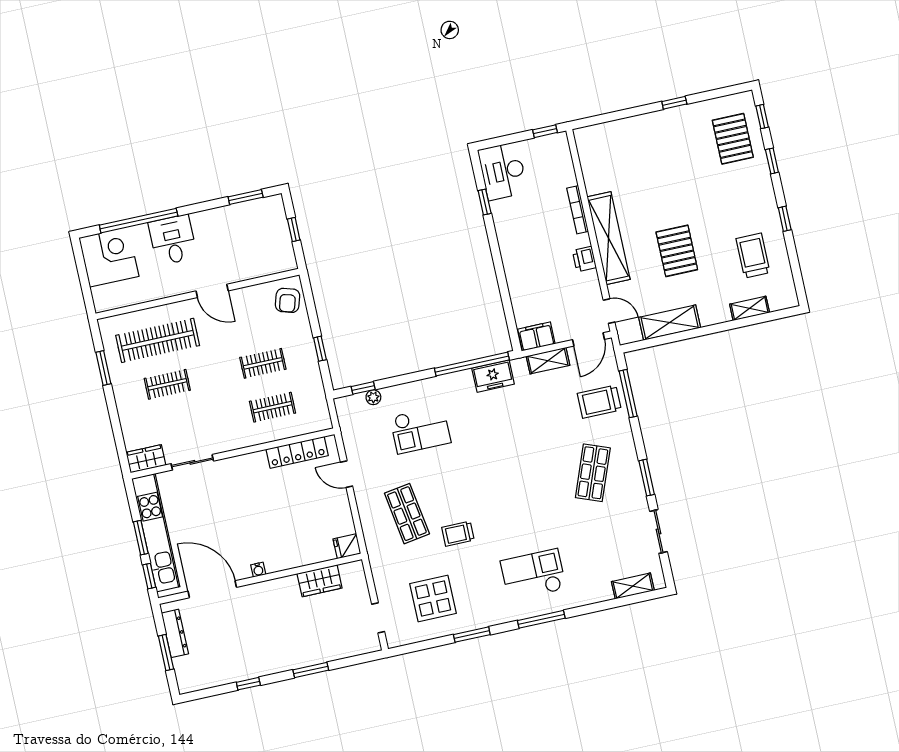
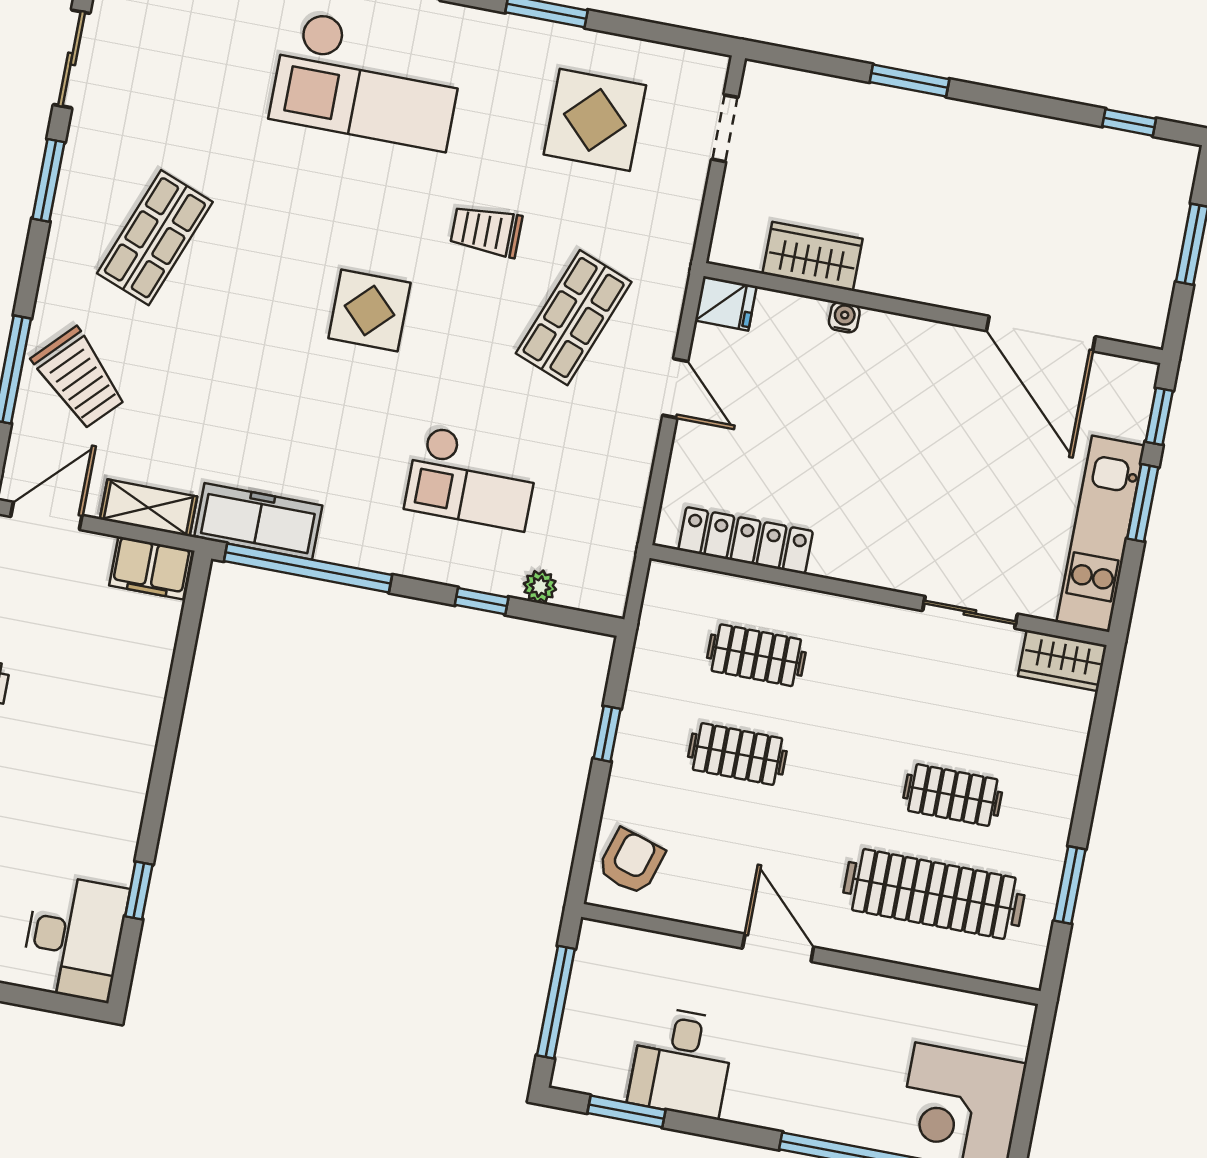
window: (294, 230) -> (556, 1002), width x2.17
desk: (173, 240) -> (682, 1062), moved
freezer: (493, 376) -> (258, 521), width x1.40
window: (363, 388) -> (482, 601), moved
trolley: (599, 402) -> (79, 378), turned 44
checkout: (420, 430) -> (472, 478), turned 180
door: (347, 474) -> (675, 388), moved
display table: (492, 481) -> (369, 310), added
shop shelf: (407, 514) -> (574, 318), turned 30
kitchen unit: (156, 533) -> (1101, 534), width x0.73
trolley: (458, 534) -> (486, 231), turned 180
water cooler: (258, 570) -> (844, 317), moved
checkout: (533, 575) -> (367, 80), width x1.36, depth x1.21
dresser: (175, 633) -> (1157, 276), removed
window: (248, 684) -> (1129, 122), moved

